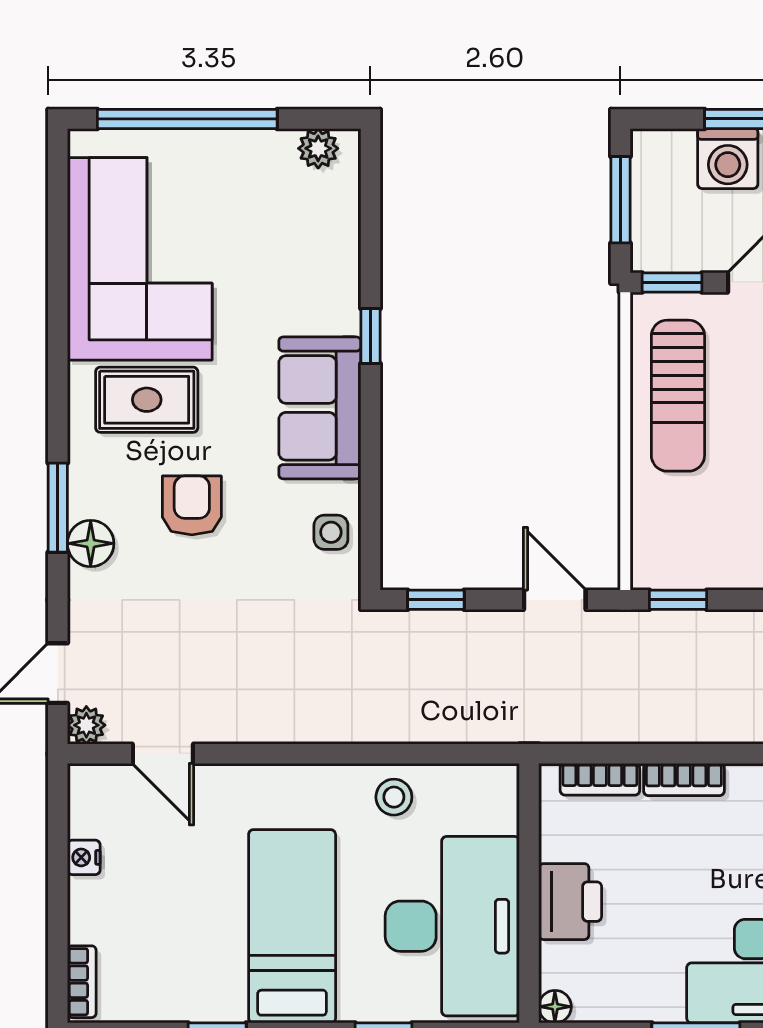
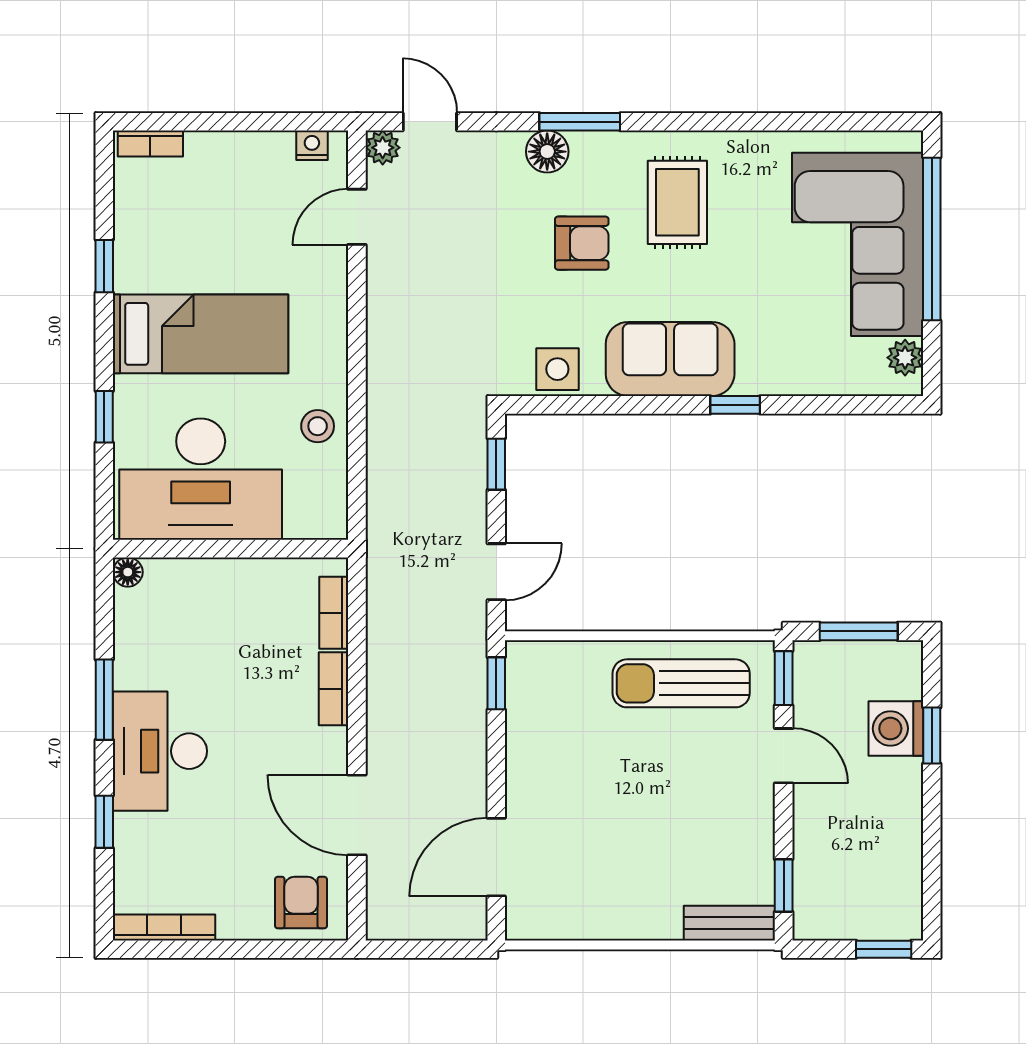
corner sofa: (140, 259) -> (858, 244), moved, turned 90
side table: (331, 532) -> (557, 369), width x1.37, depth x1.37
nightstand: (84, 857) -> (312, 145), moved
printer: (570, 902) -> (223, 586), removed

